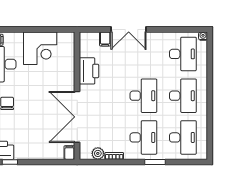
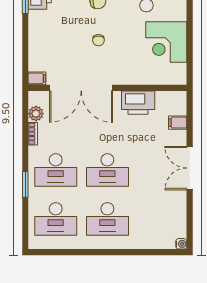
double door: (129, 29) -> (190, 168), moved
desk: (183, 54) -> (159, 219), removed
chair: (39, 103) -> (98, 40), added
double door: (77, 117) -> (81, 88), swing flipped

